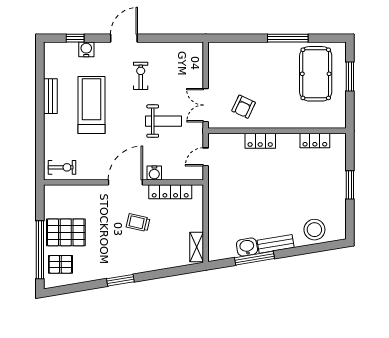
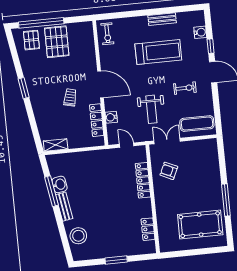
window: (75, 38) -> (211, 46), moved
water cooler: (86, 49) -> (200, 32), moved
exercise mat: (187, 65) -> (197, 124), added
window: (350, 77) -> (201, 252), removed
locker: (260, 141) -> (143, 180), width x1.53
water cooler: (154, 173) -> (111, 117), moved

